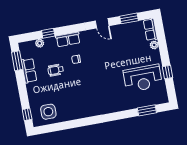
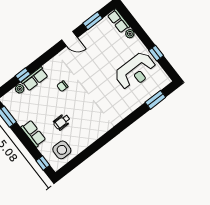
row of seats: (68, 39) -> (35, 79), moved
wheelchair: (56, 70) -> (62, 122), moved
row of seats: (29, 71) -> (33, 133), moved

